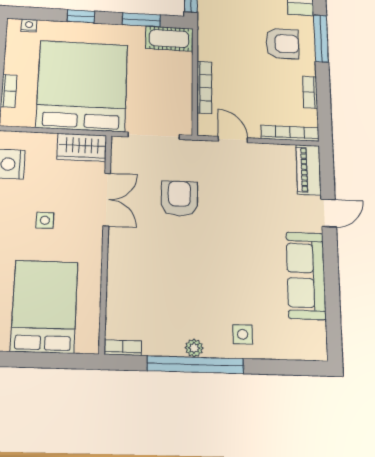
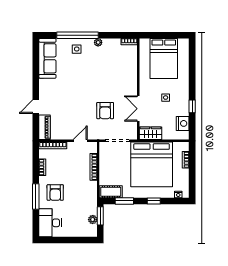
armchair: (282, 44) -> (55, 192), turned -90
door: (233, 140) -> (80, 141), swing flipped
sofa: (306, 275) -> (47, 58), moved
window: (195, 365) -> (78, 35), moved

